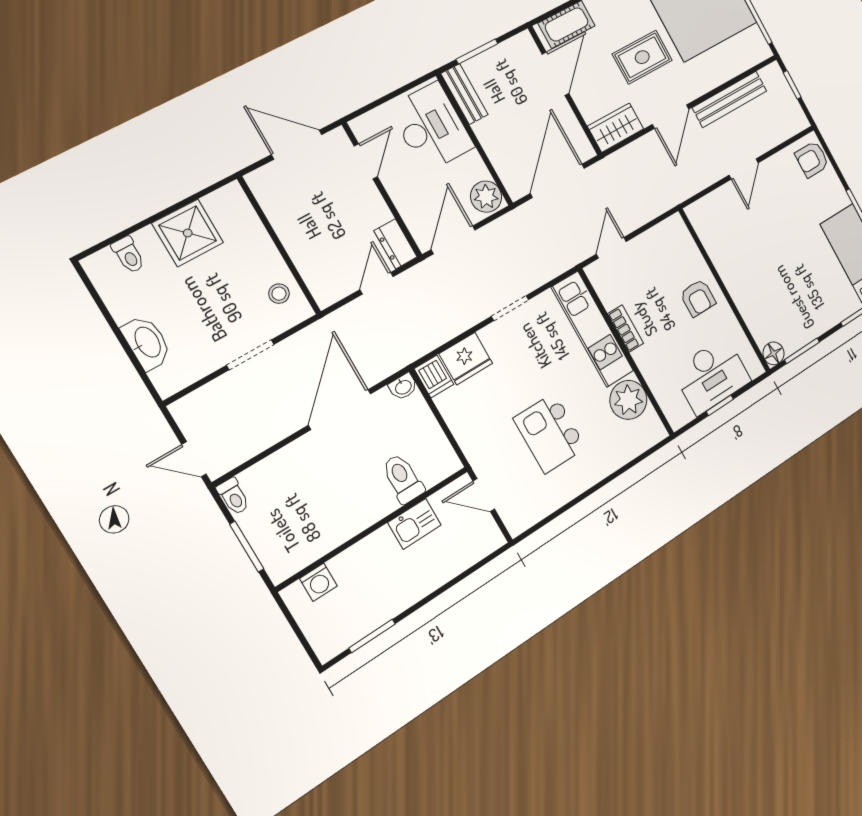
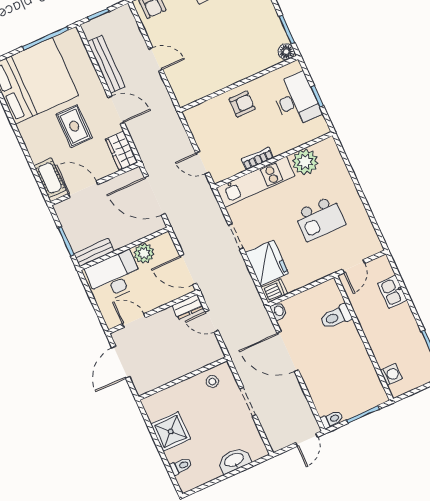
plant: (486, 197) -> (144, 253), moved
fridge: (466, 359) -> (267, 263), width x1.36, depth x1.34
kitchen sink: (415, 524) -> (392, 292), moved, turned 180

